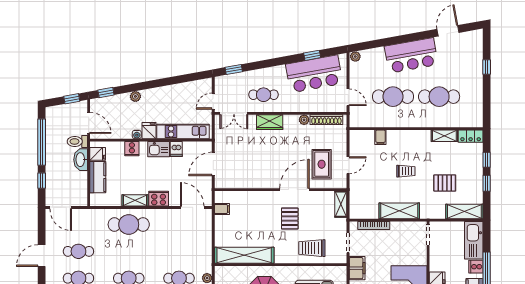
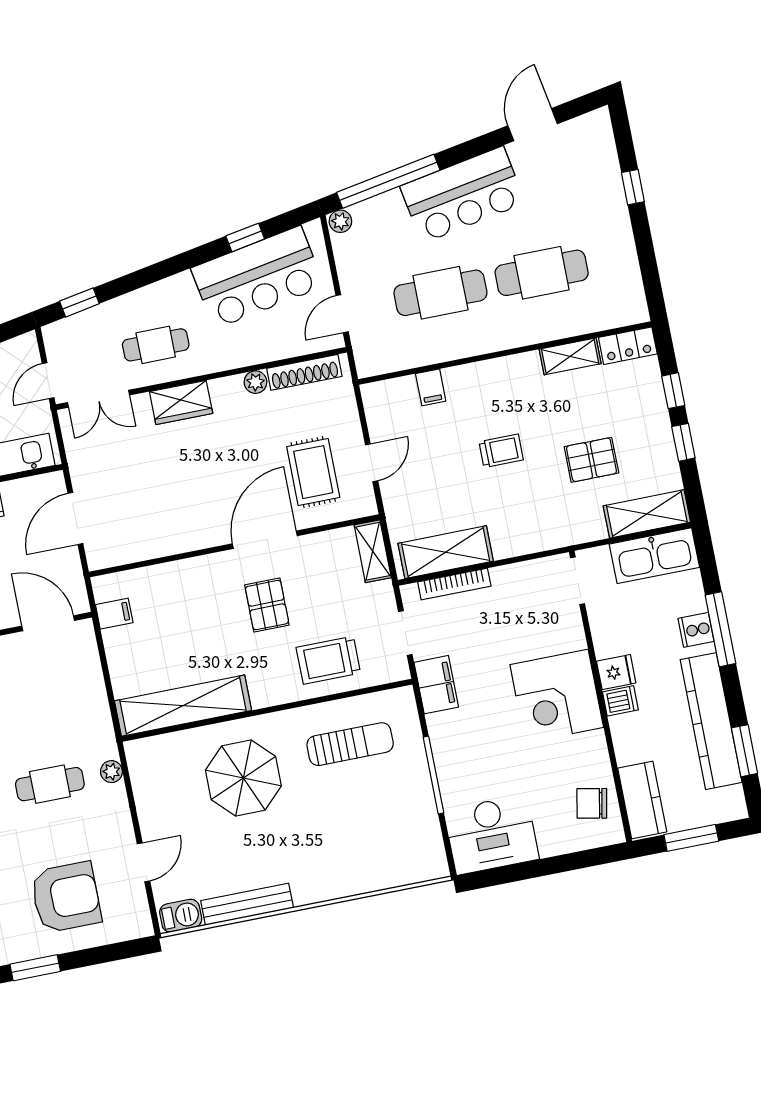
window: (380, 43) -> (388, 181), added
door: (348, 97) -> (342, 314), swing flipped
shelving: (399, 211) -> (446, 552), moved
kitchen sink: (474, 240) -> (654, 556), moved, turned -90

